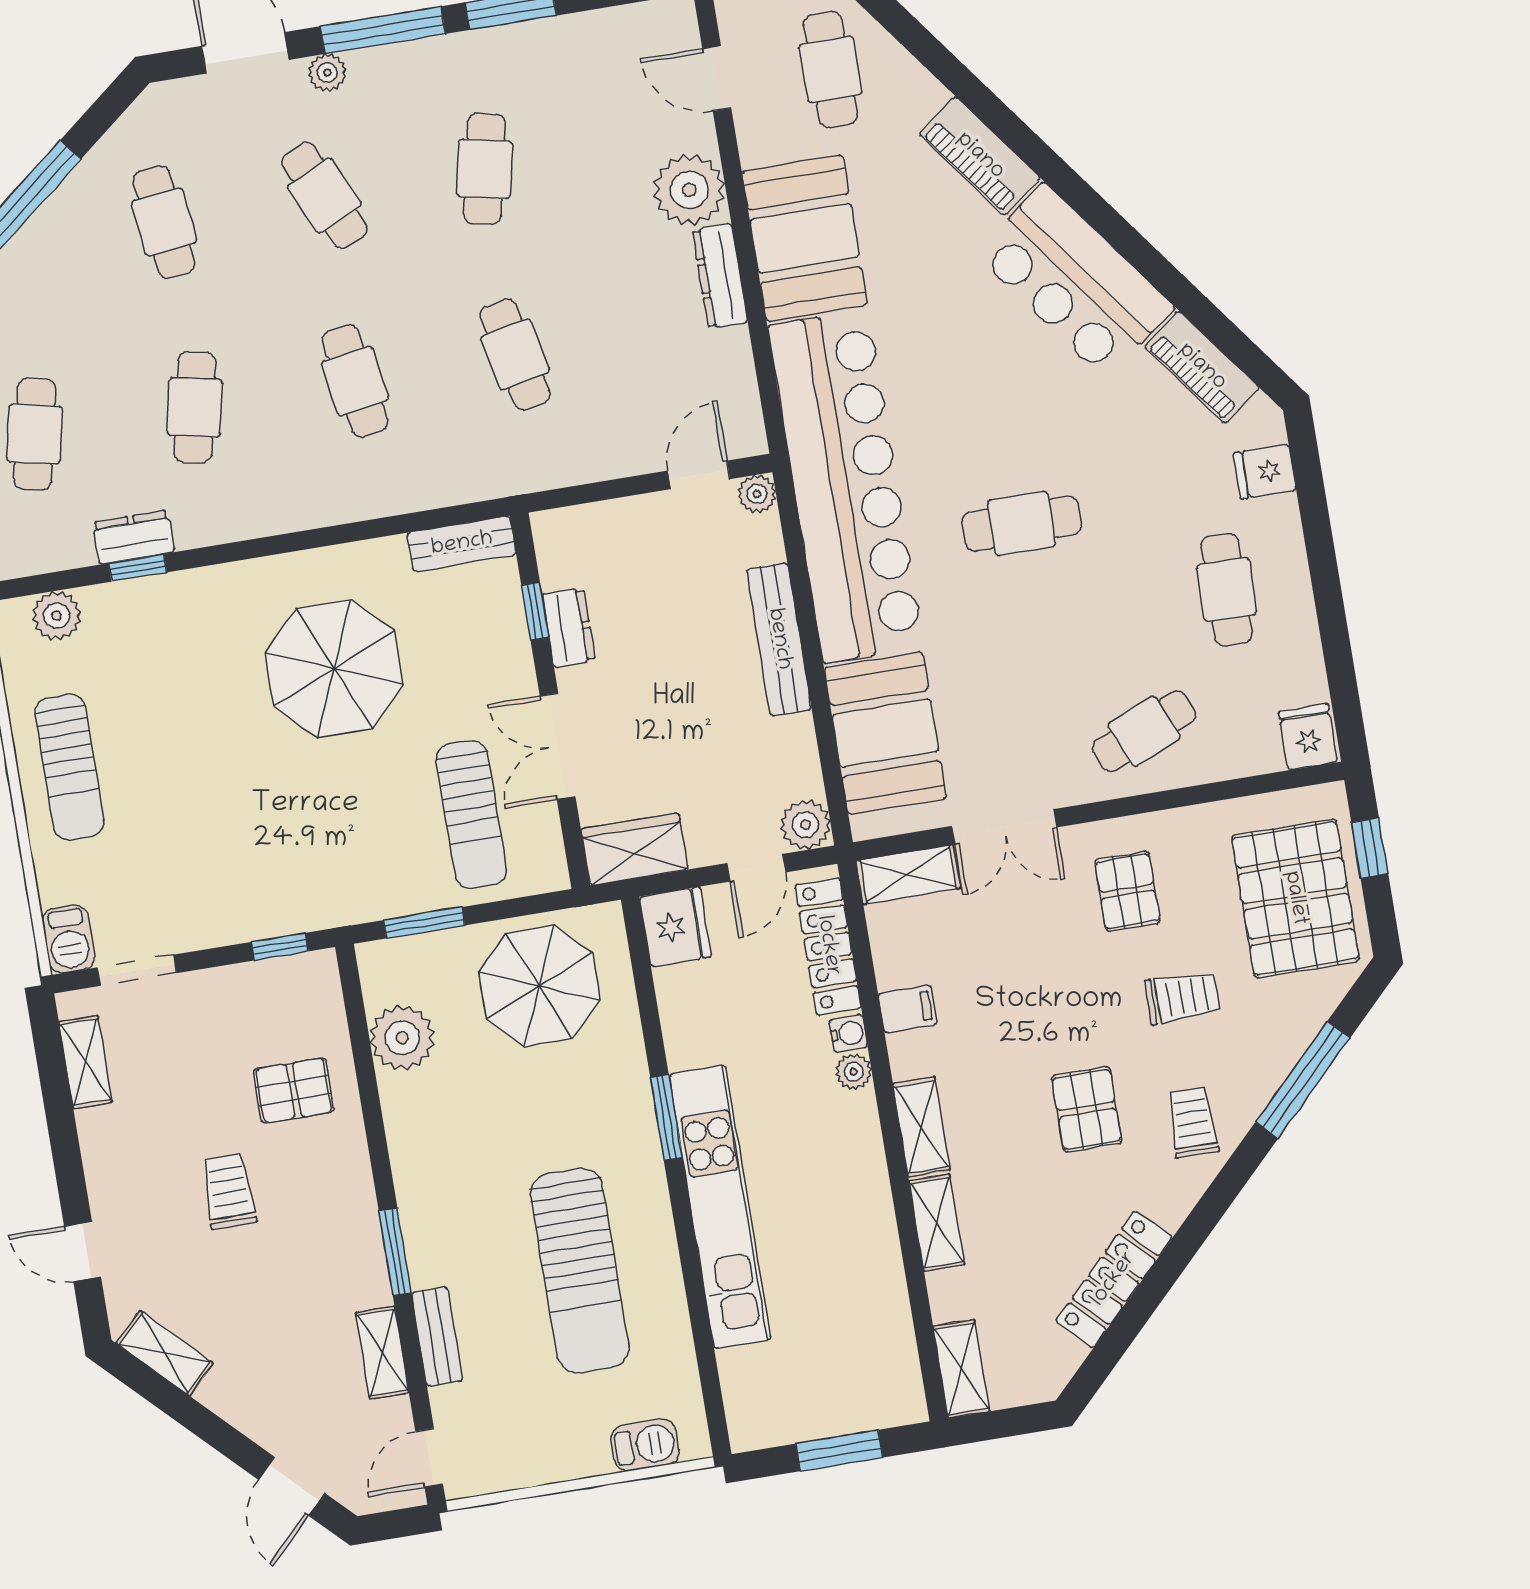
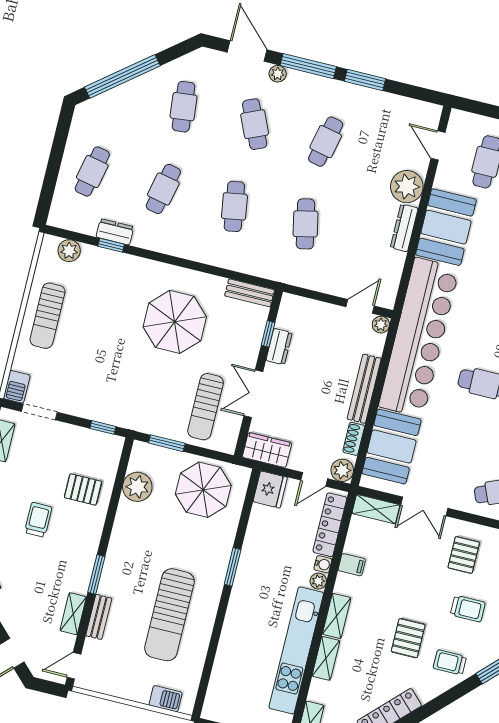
shoe rack: (801, 750) -> (354, 439), added
trolley: (1193, 1122) -> (450, 662), turned -90
kitchen unit: (720, 1207) -> (296, 650), moved, turned 180

